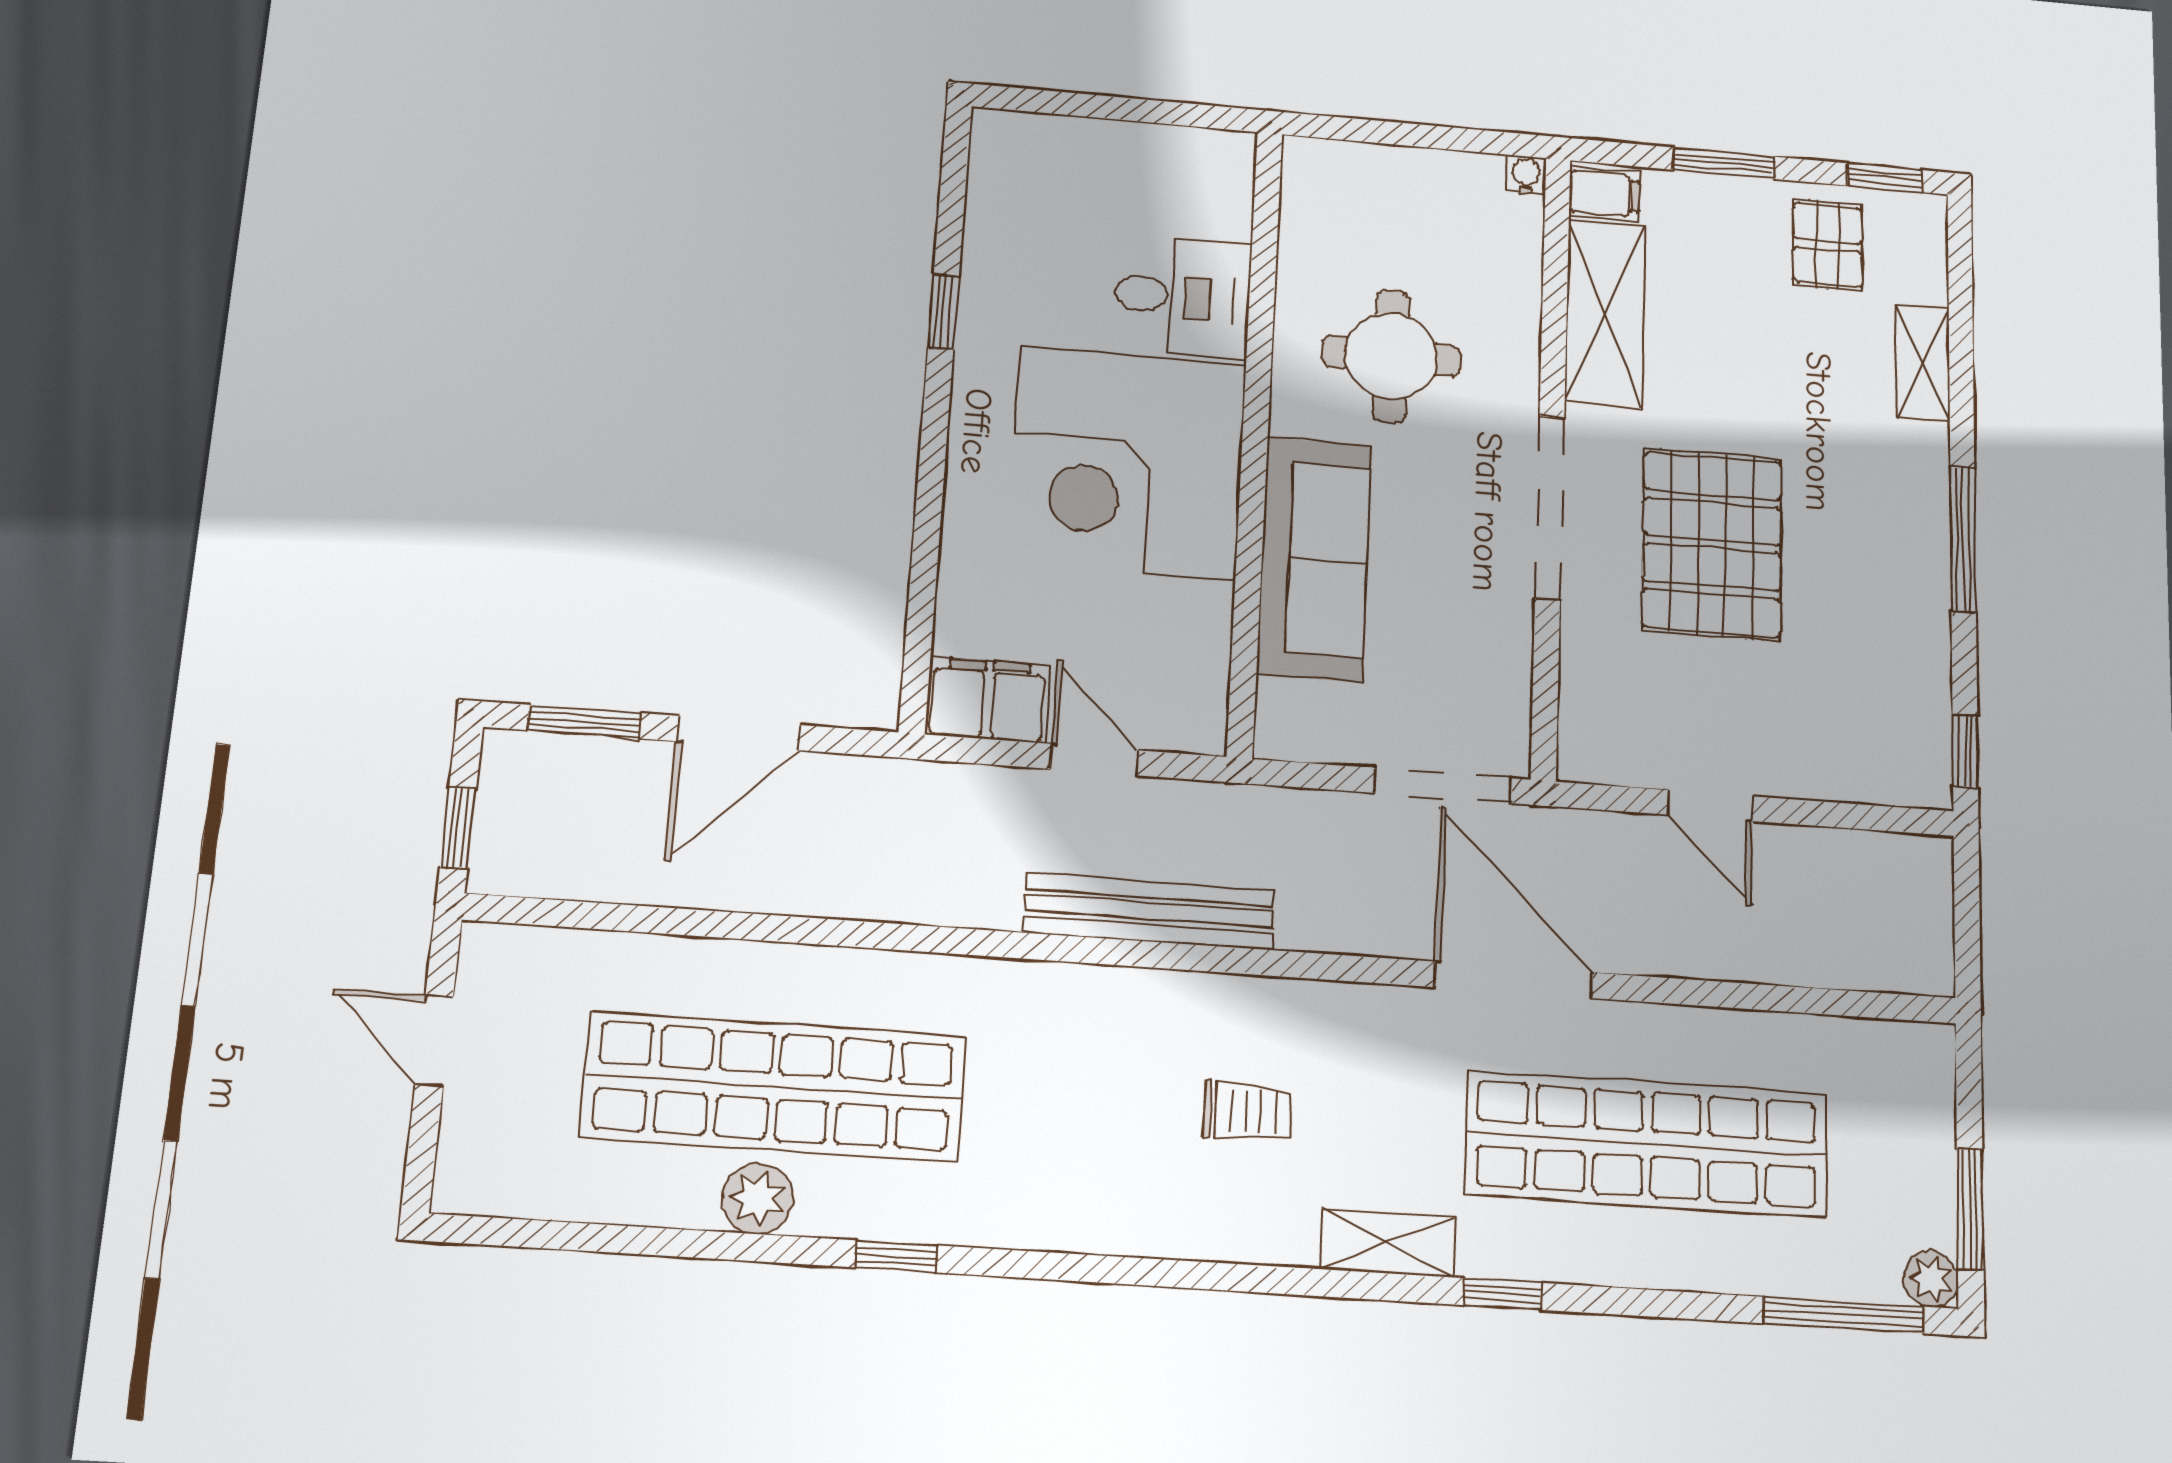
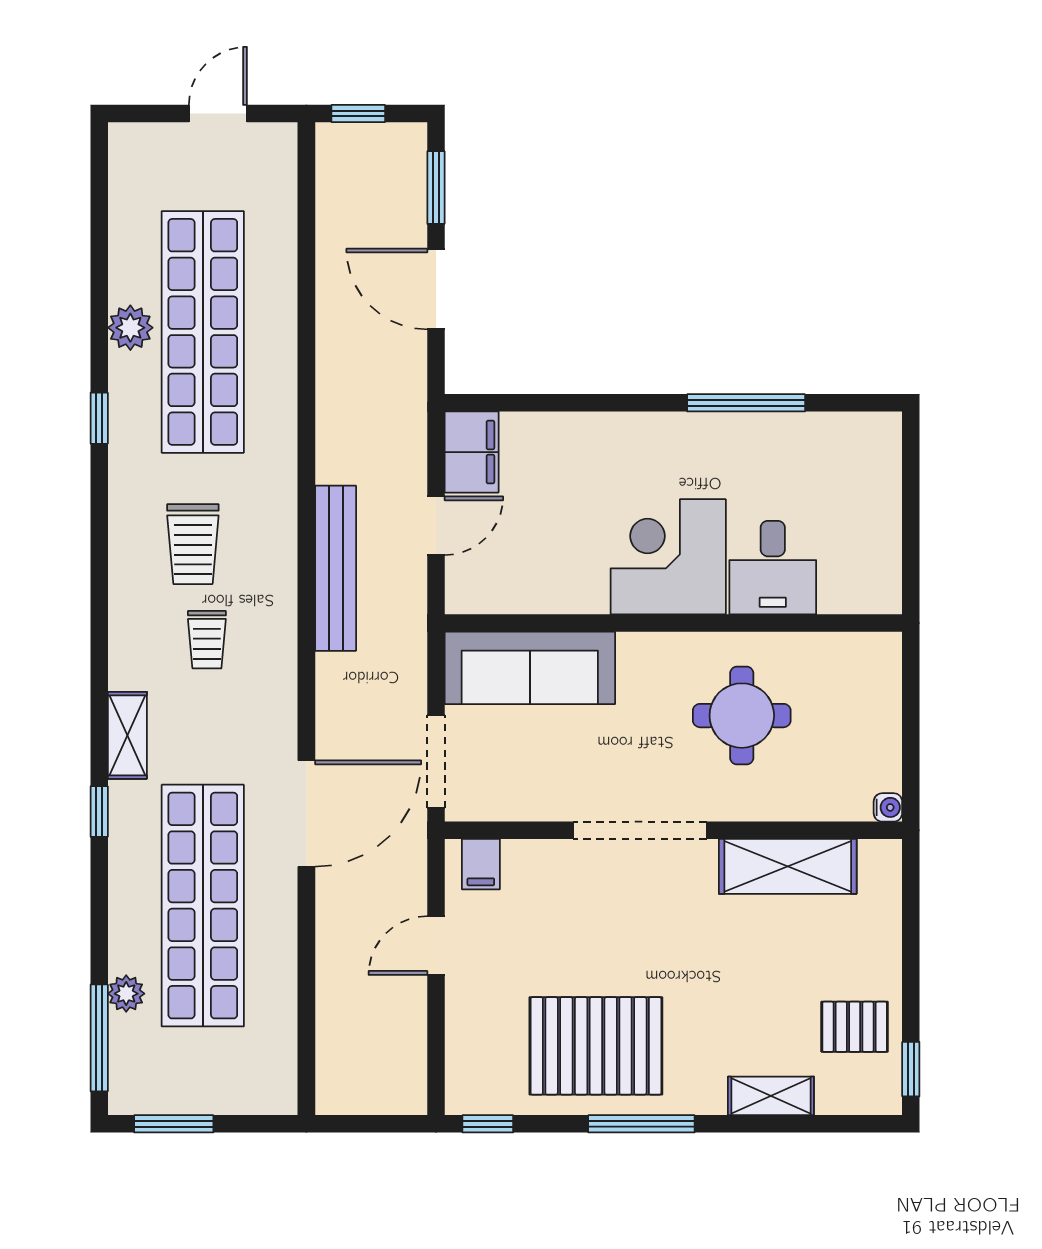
window: (1724, 163) -> (911, 951), removed
filing cabinet: (1604, 194) -> (481, 864), moved
window: (943, 312) -> (746, 403), width x2.17
corner desk: (1127, 463) -> (668, 557), width x0.74, depth x0.74
pallet: (1712, 544) -> (596, 1046), moved
sofa: (1314, 559) -> (530, 668), moved
trolley: (1101, 1123) -> (193, 544), added
plant: (1931, 1279) -> (126, 994), moved

